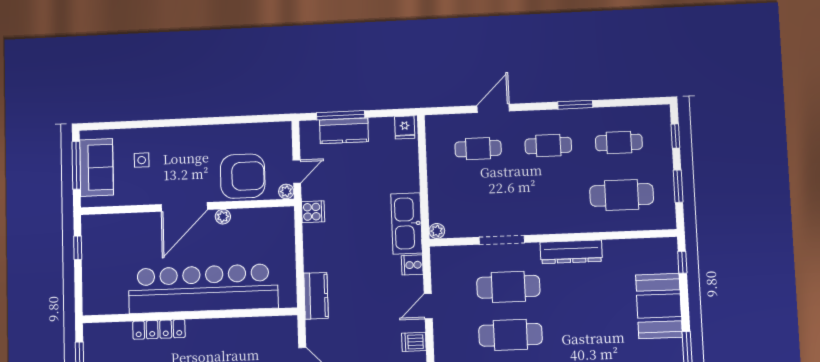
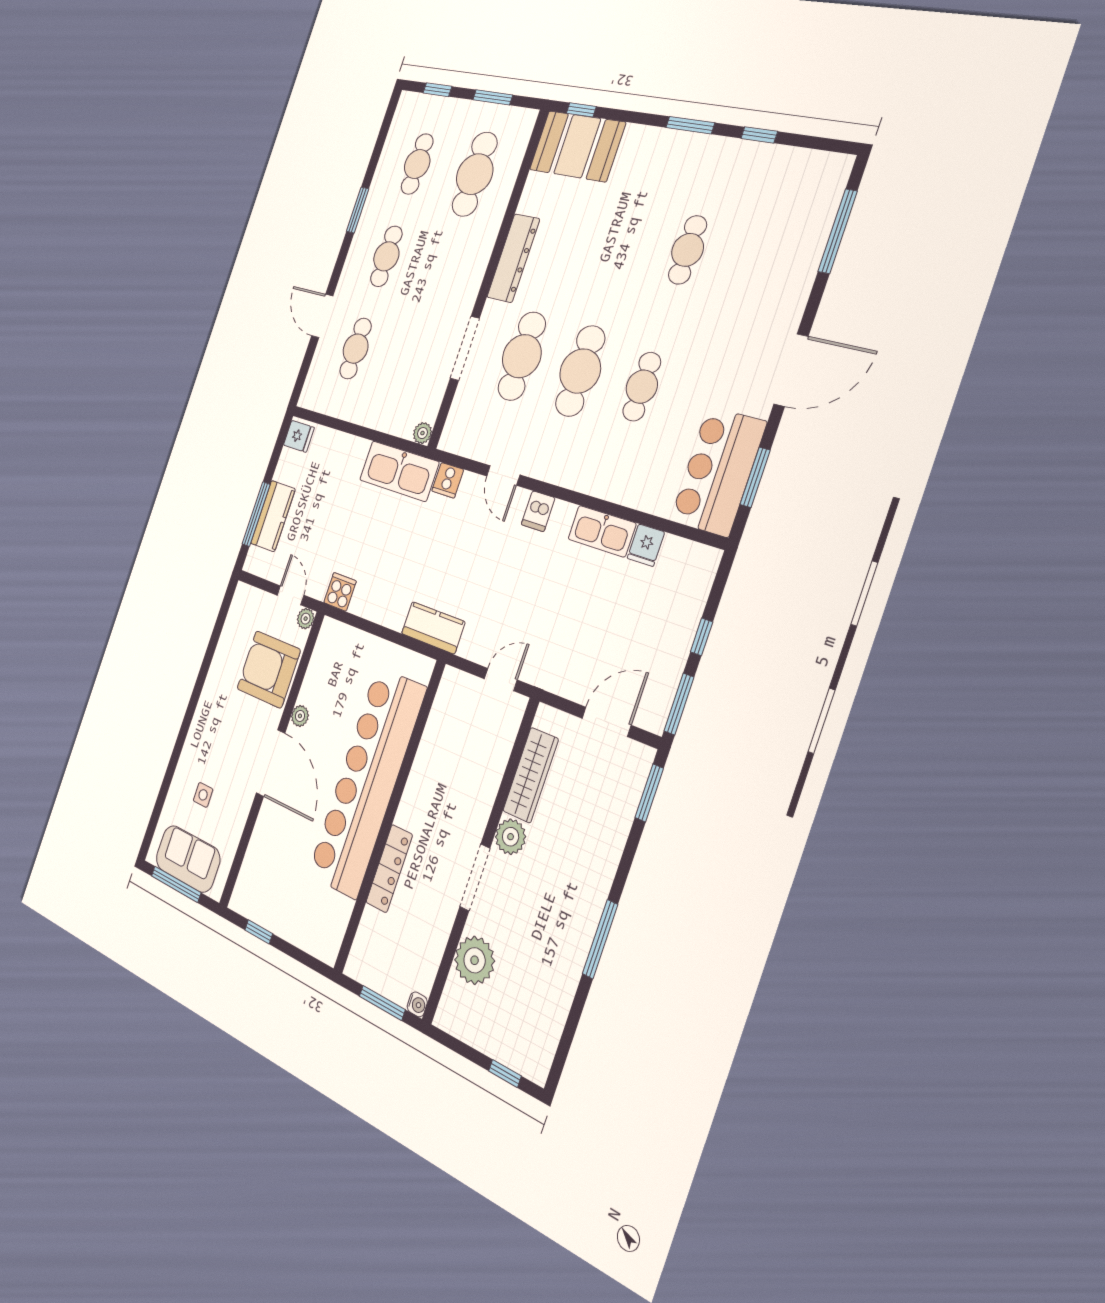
armchair: (243, 176) -> (269, 669), turned -90
booth: (659, 306) -> (577, 146), moved

